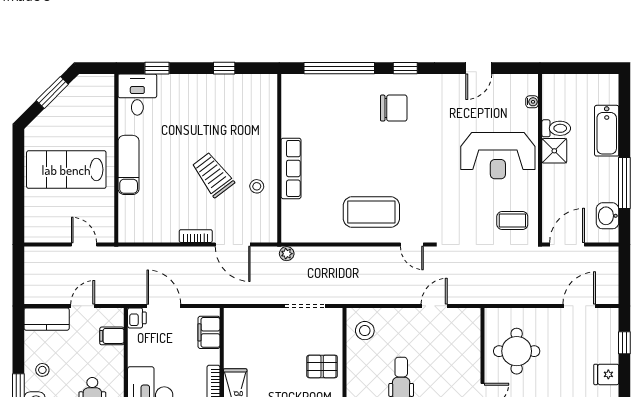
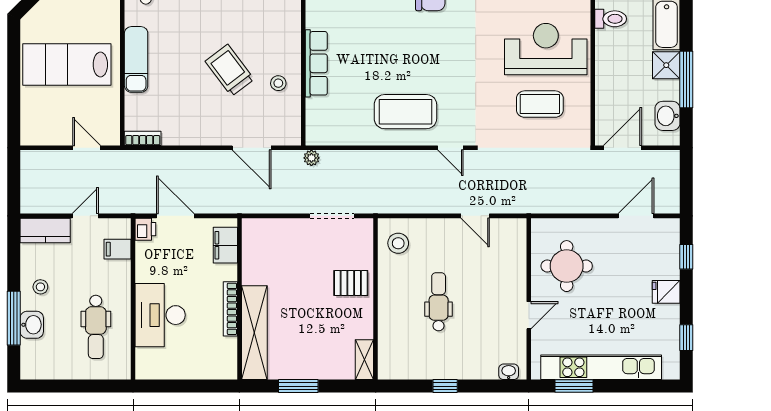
shower: (554, 151) -> (666, 65), moved
reception desk: (498, 156) -> (546, 49), turned 180
coffee table: (512, 220) -> (540, 104), moved, width x1.36, depth x1.30
bookcase: (196, 236) -> (143, 138), moved
door: (434, 306) -> (475, 216), swing flipped

